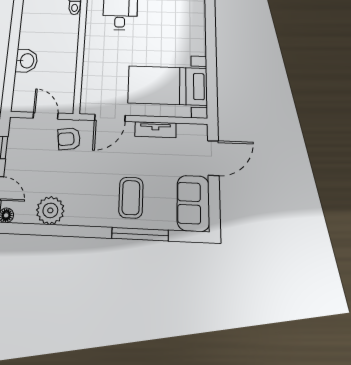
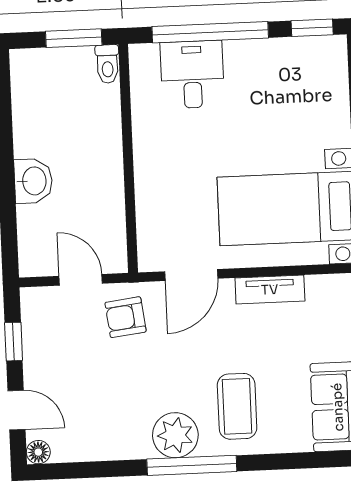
plant: (50, 210) -> (175, 435), moved
window: (140, 234) -> (192, 465), moved

